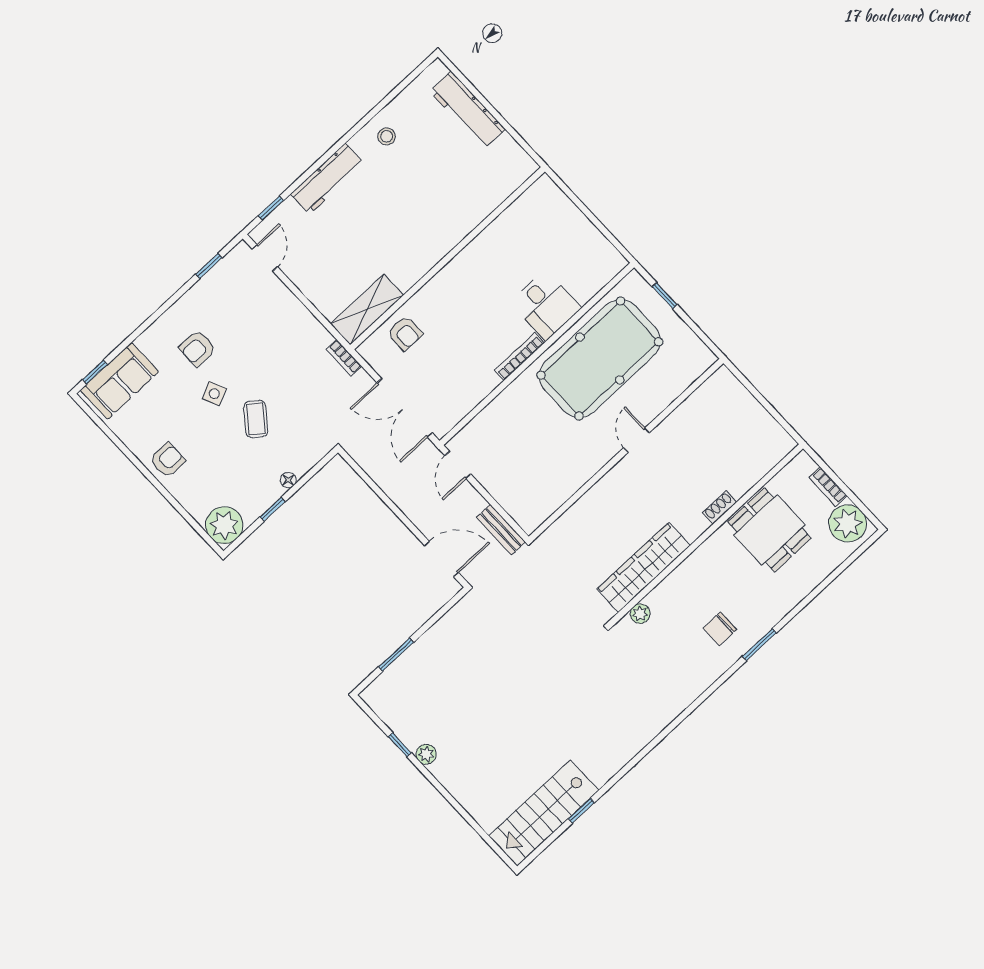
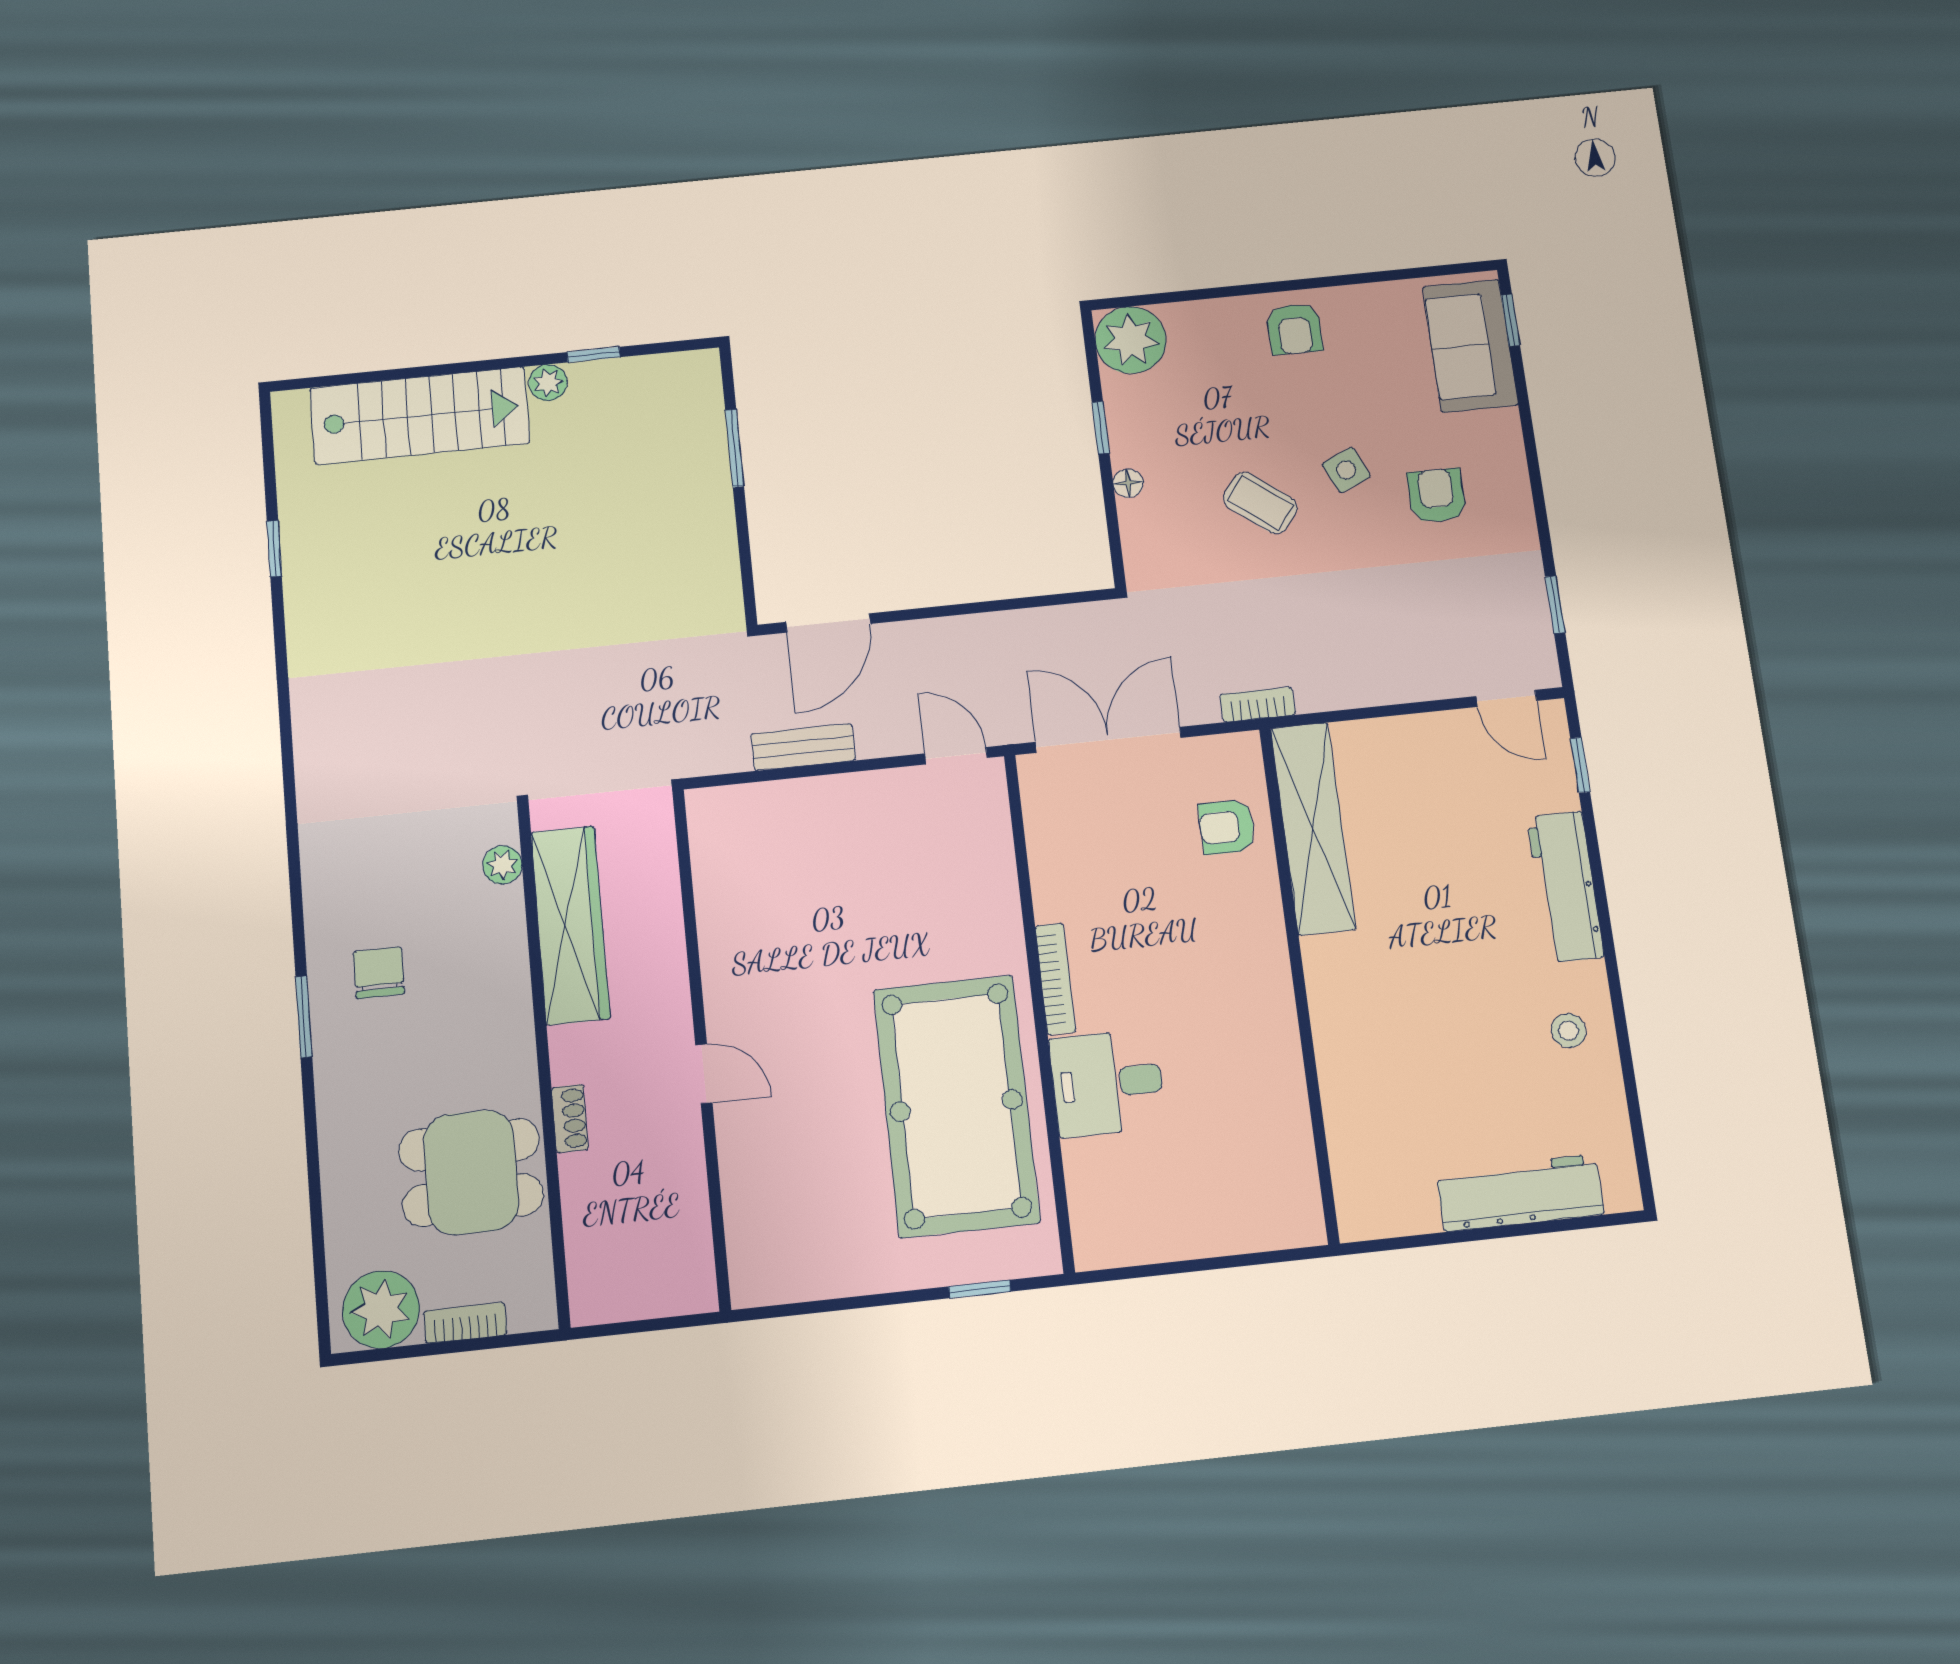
shelving: (367, 310) -> (1313, 828), width x1.47
door: (636, 440) -> (704, 1074), moved
wall: (626, 450) -> (701, 1046), moved
stairs: (544, 813) -> (420, 416), moved, turned 90

